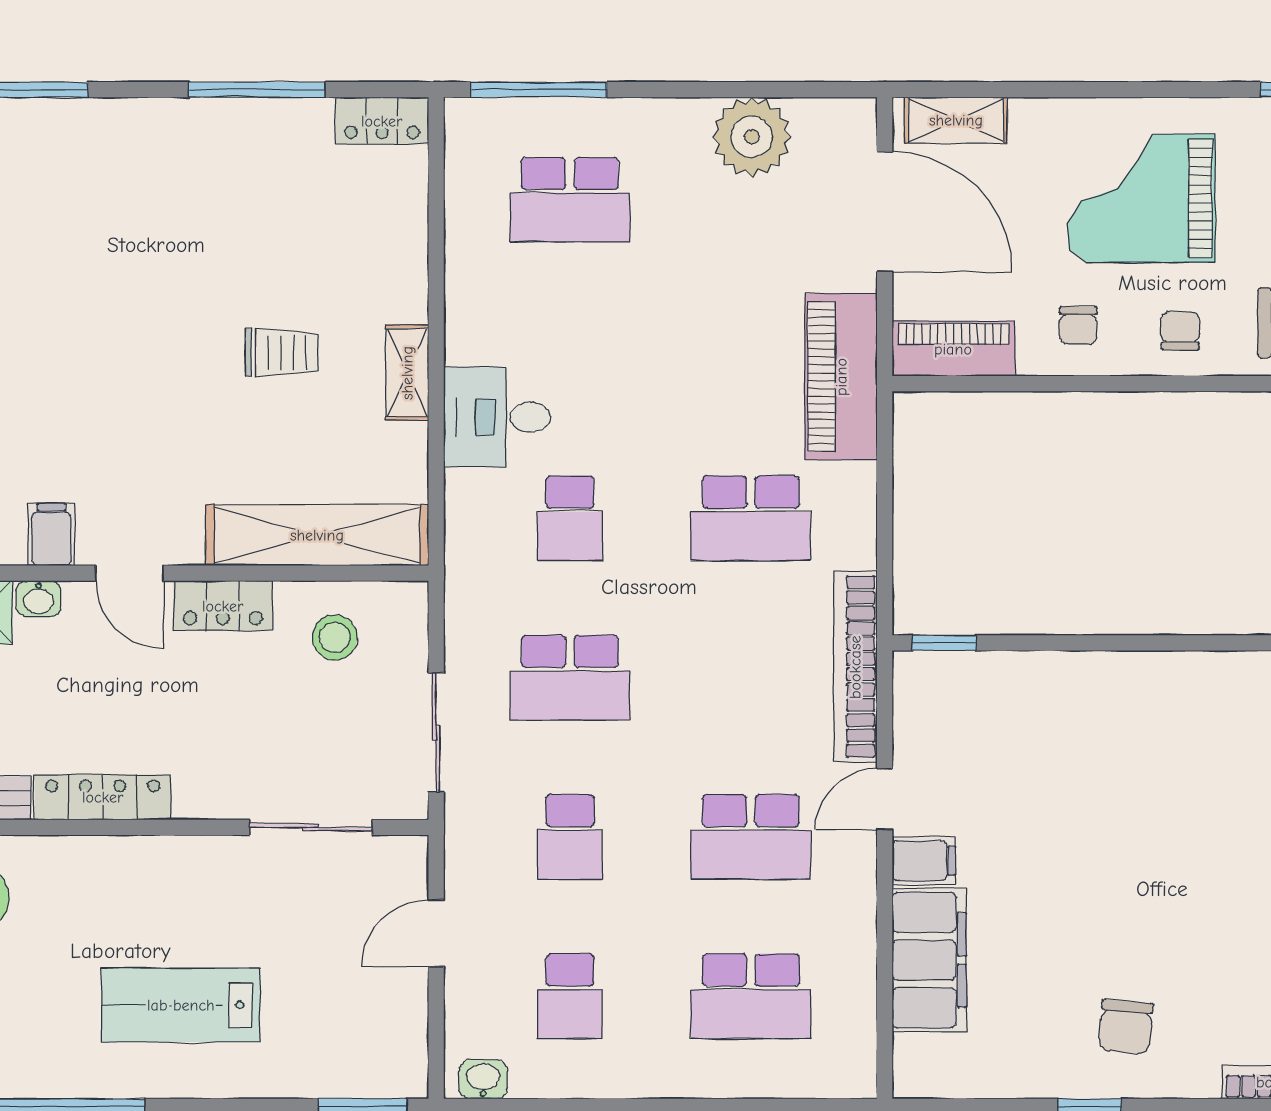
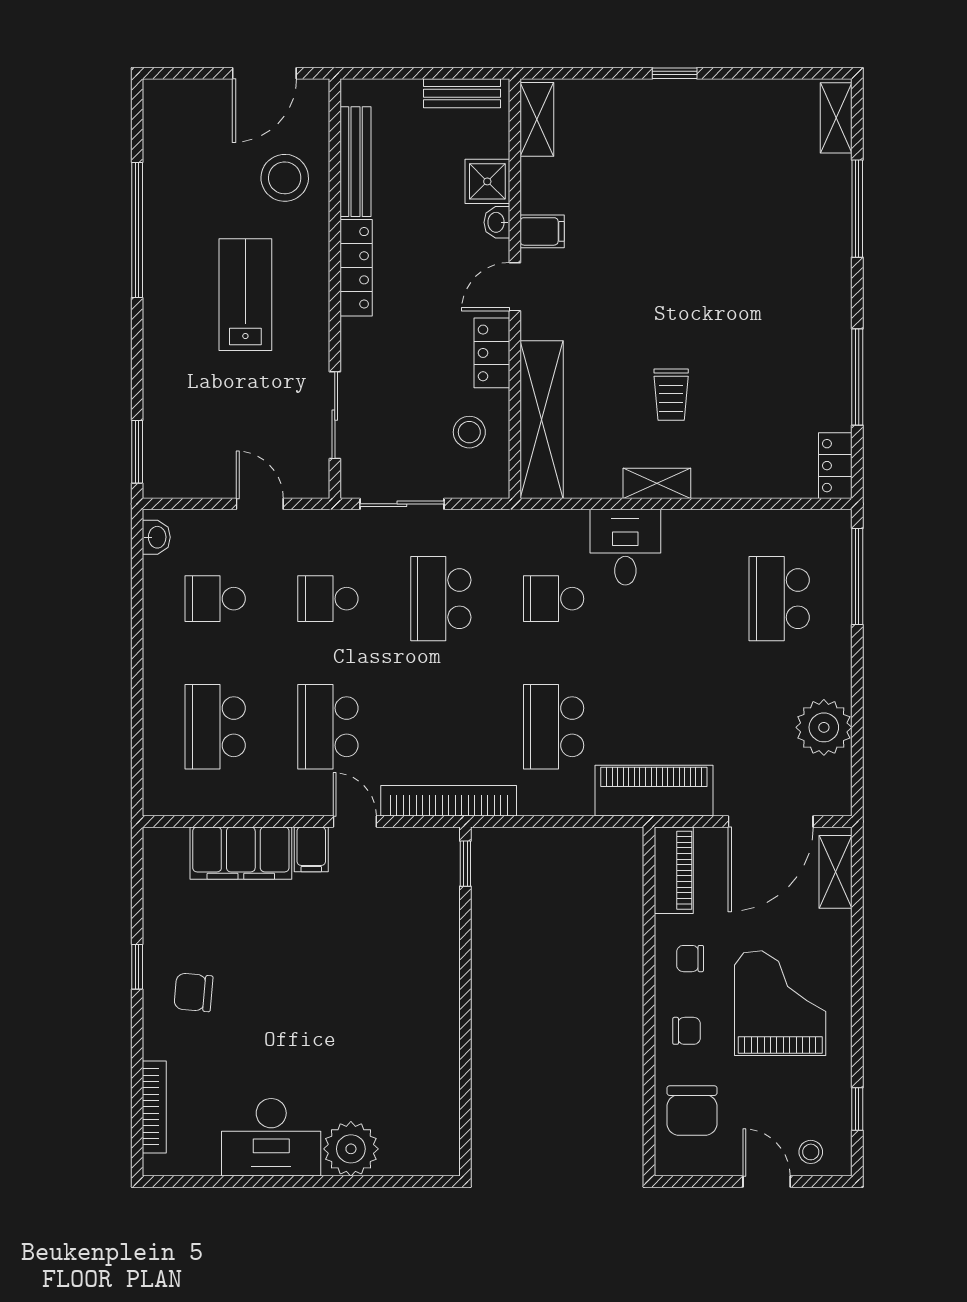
lab bench: (181, 1005) -> (245, 295), moved

